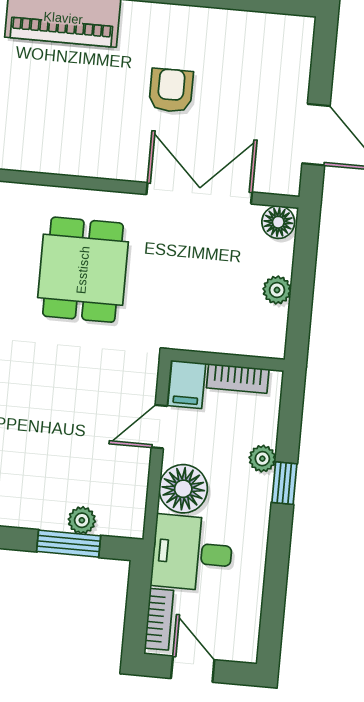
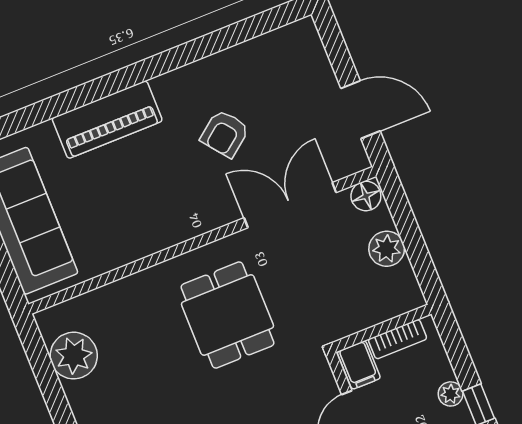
armchair: (171, 90) -> (225, 134), turned -128
plant: (277, 290) -> (387, 249), width x1.38, depth x1.38

